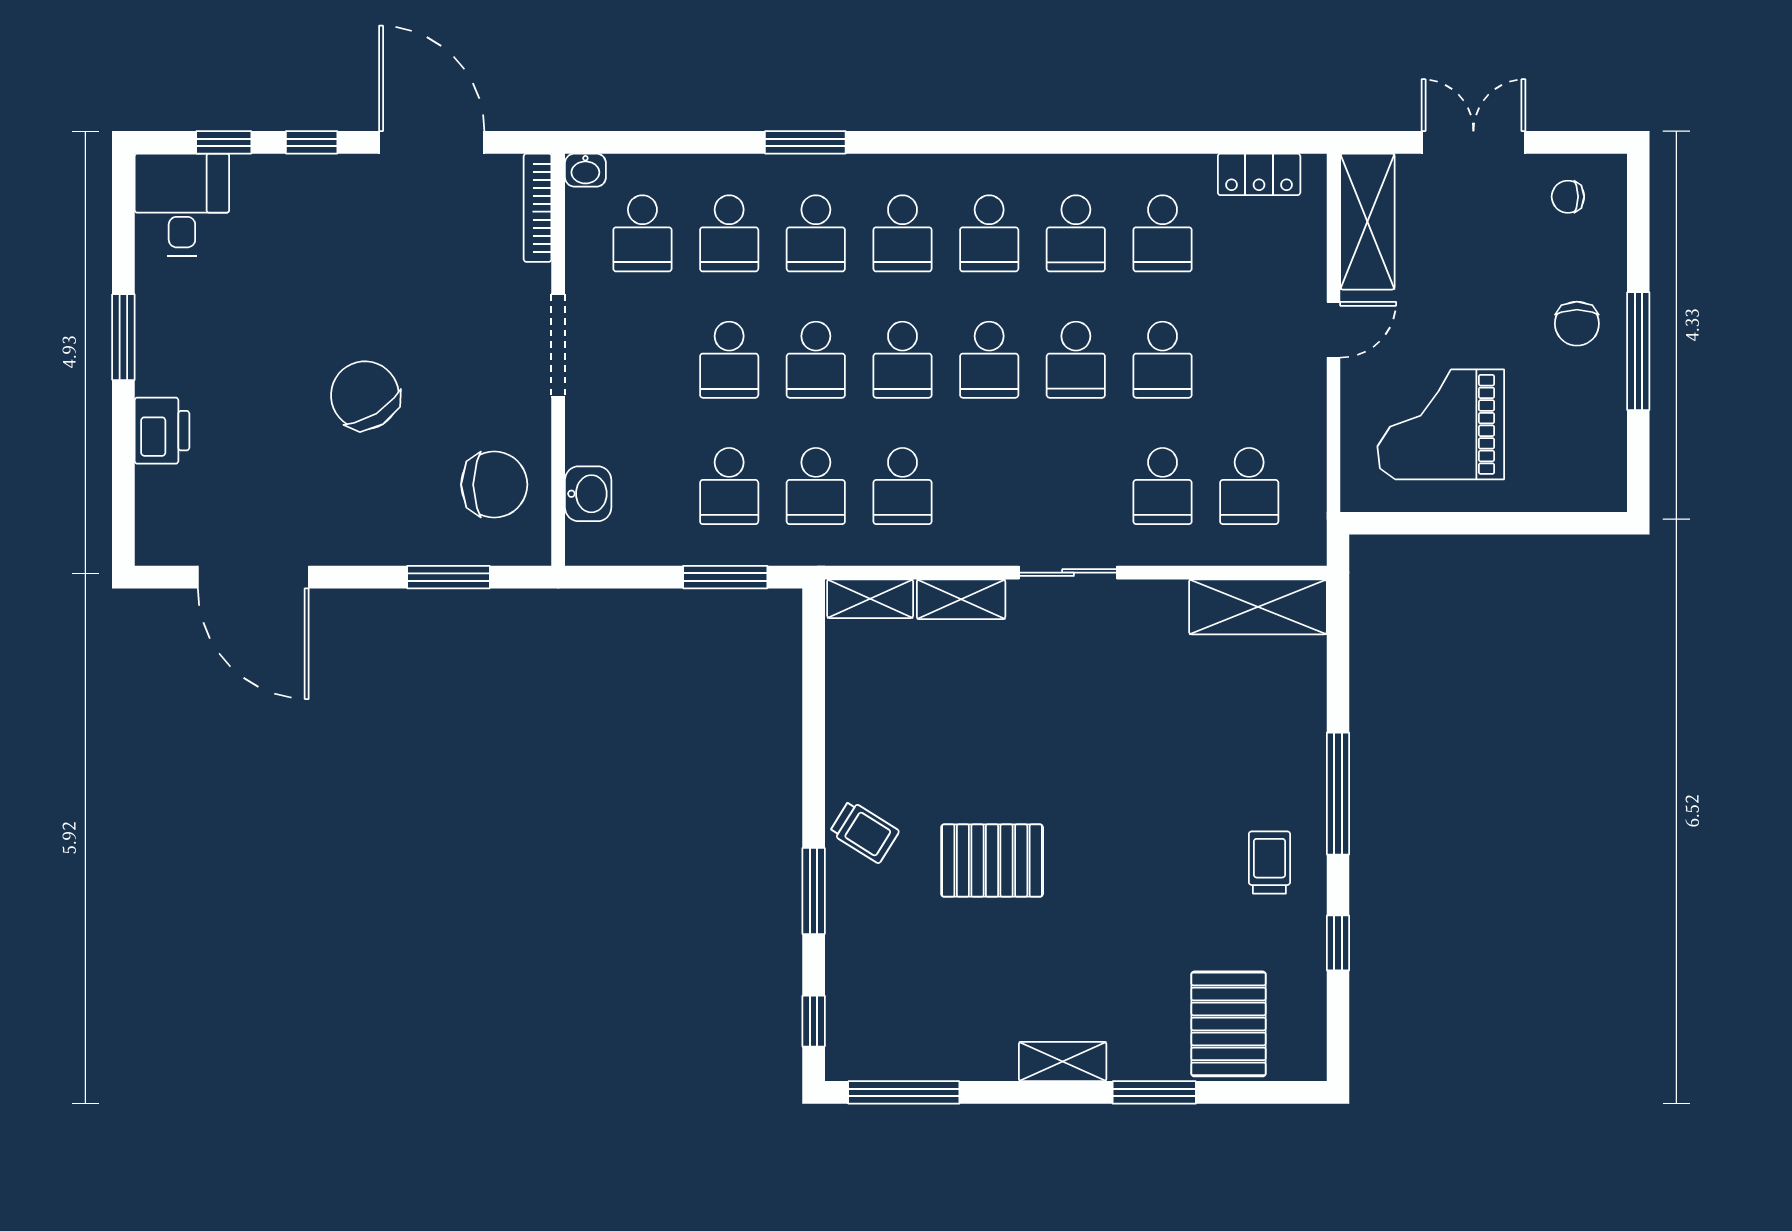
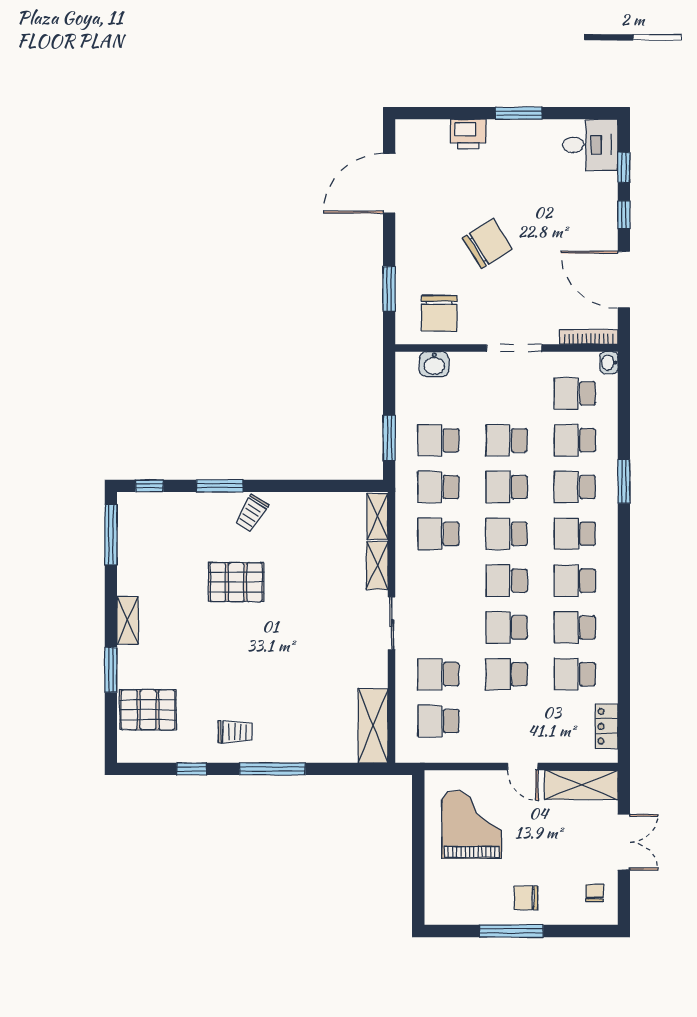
door: (432, 142) -> (624, 280), swing flipped
pallet: (992, 861) -> (236, 582), turned 90

